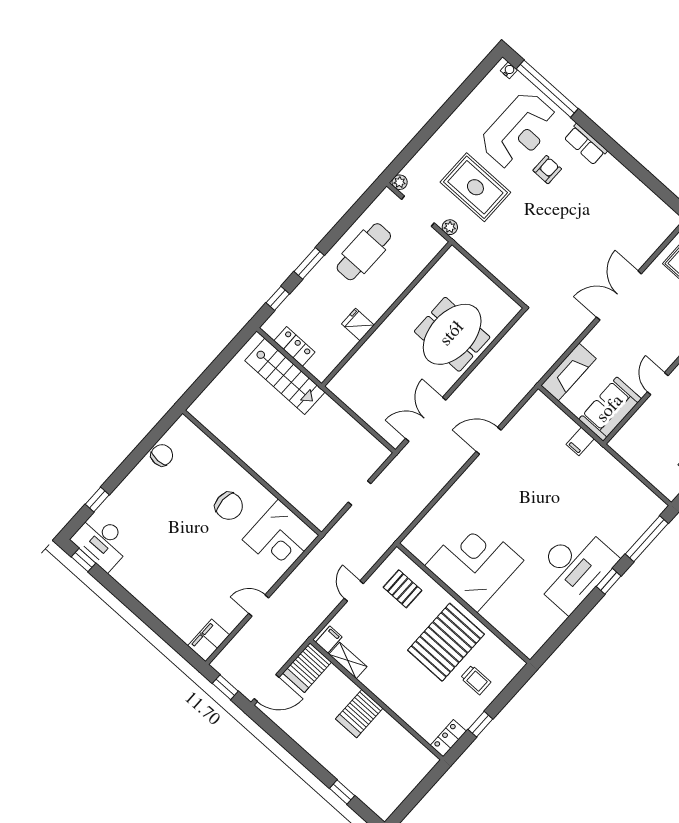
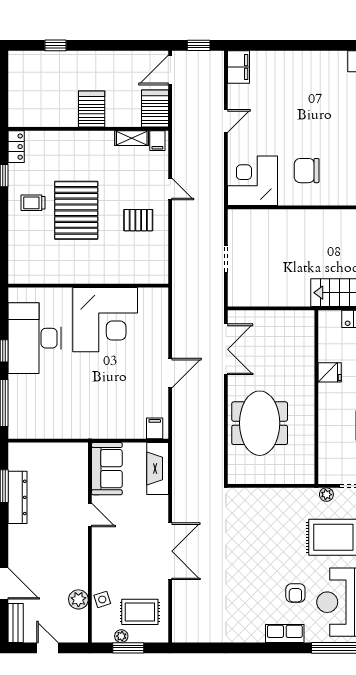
filing cabinet: (580, 442) -> (155, 428), moved
corner desk: (474, 563) -> (105, 320), moved
wall: (463, 603) -> (88, 286), moved

